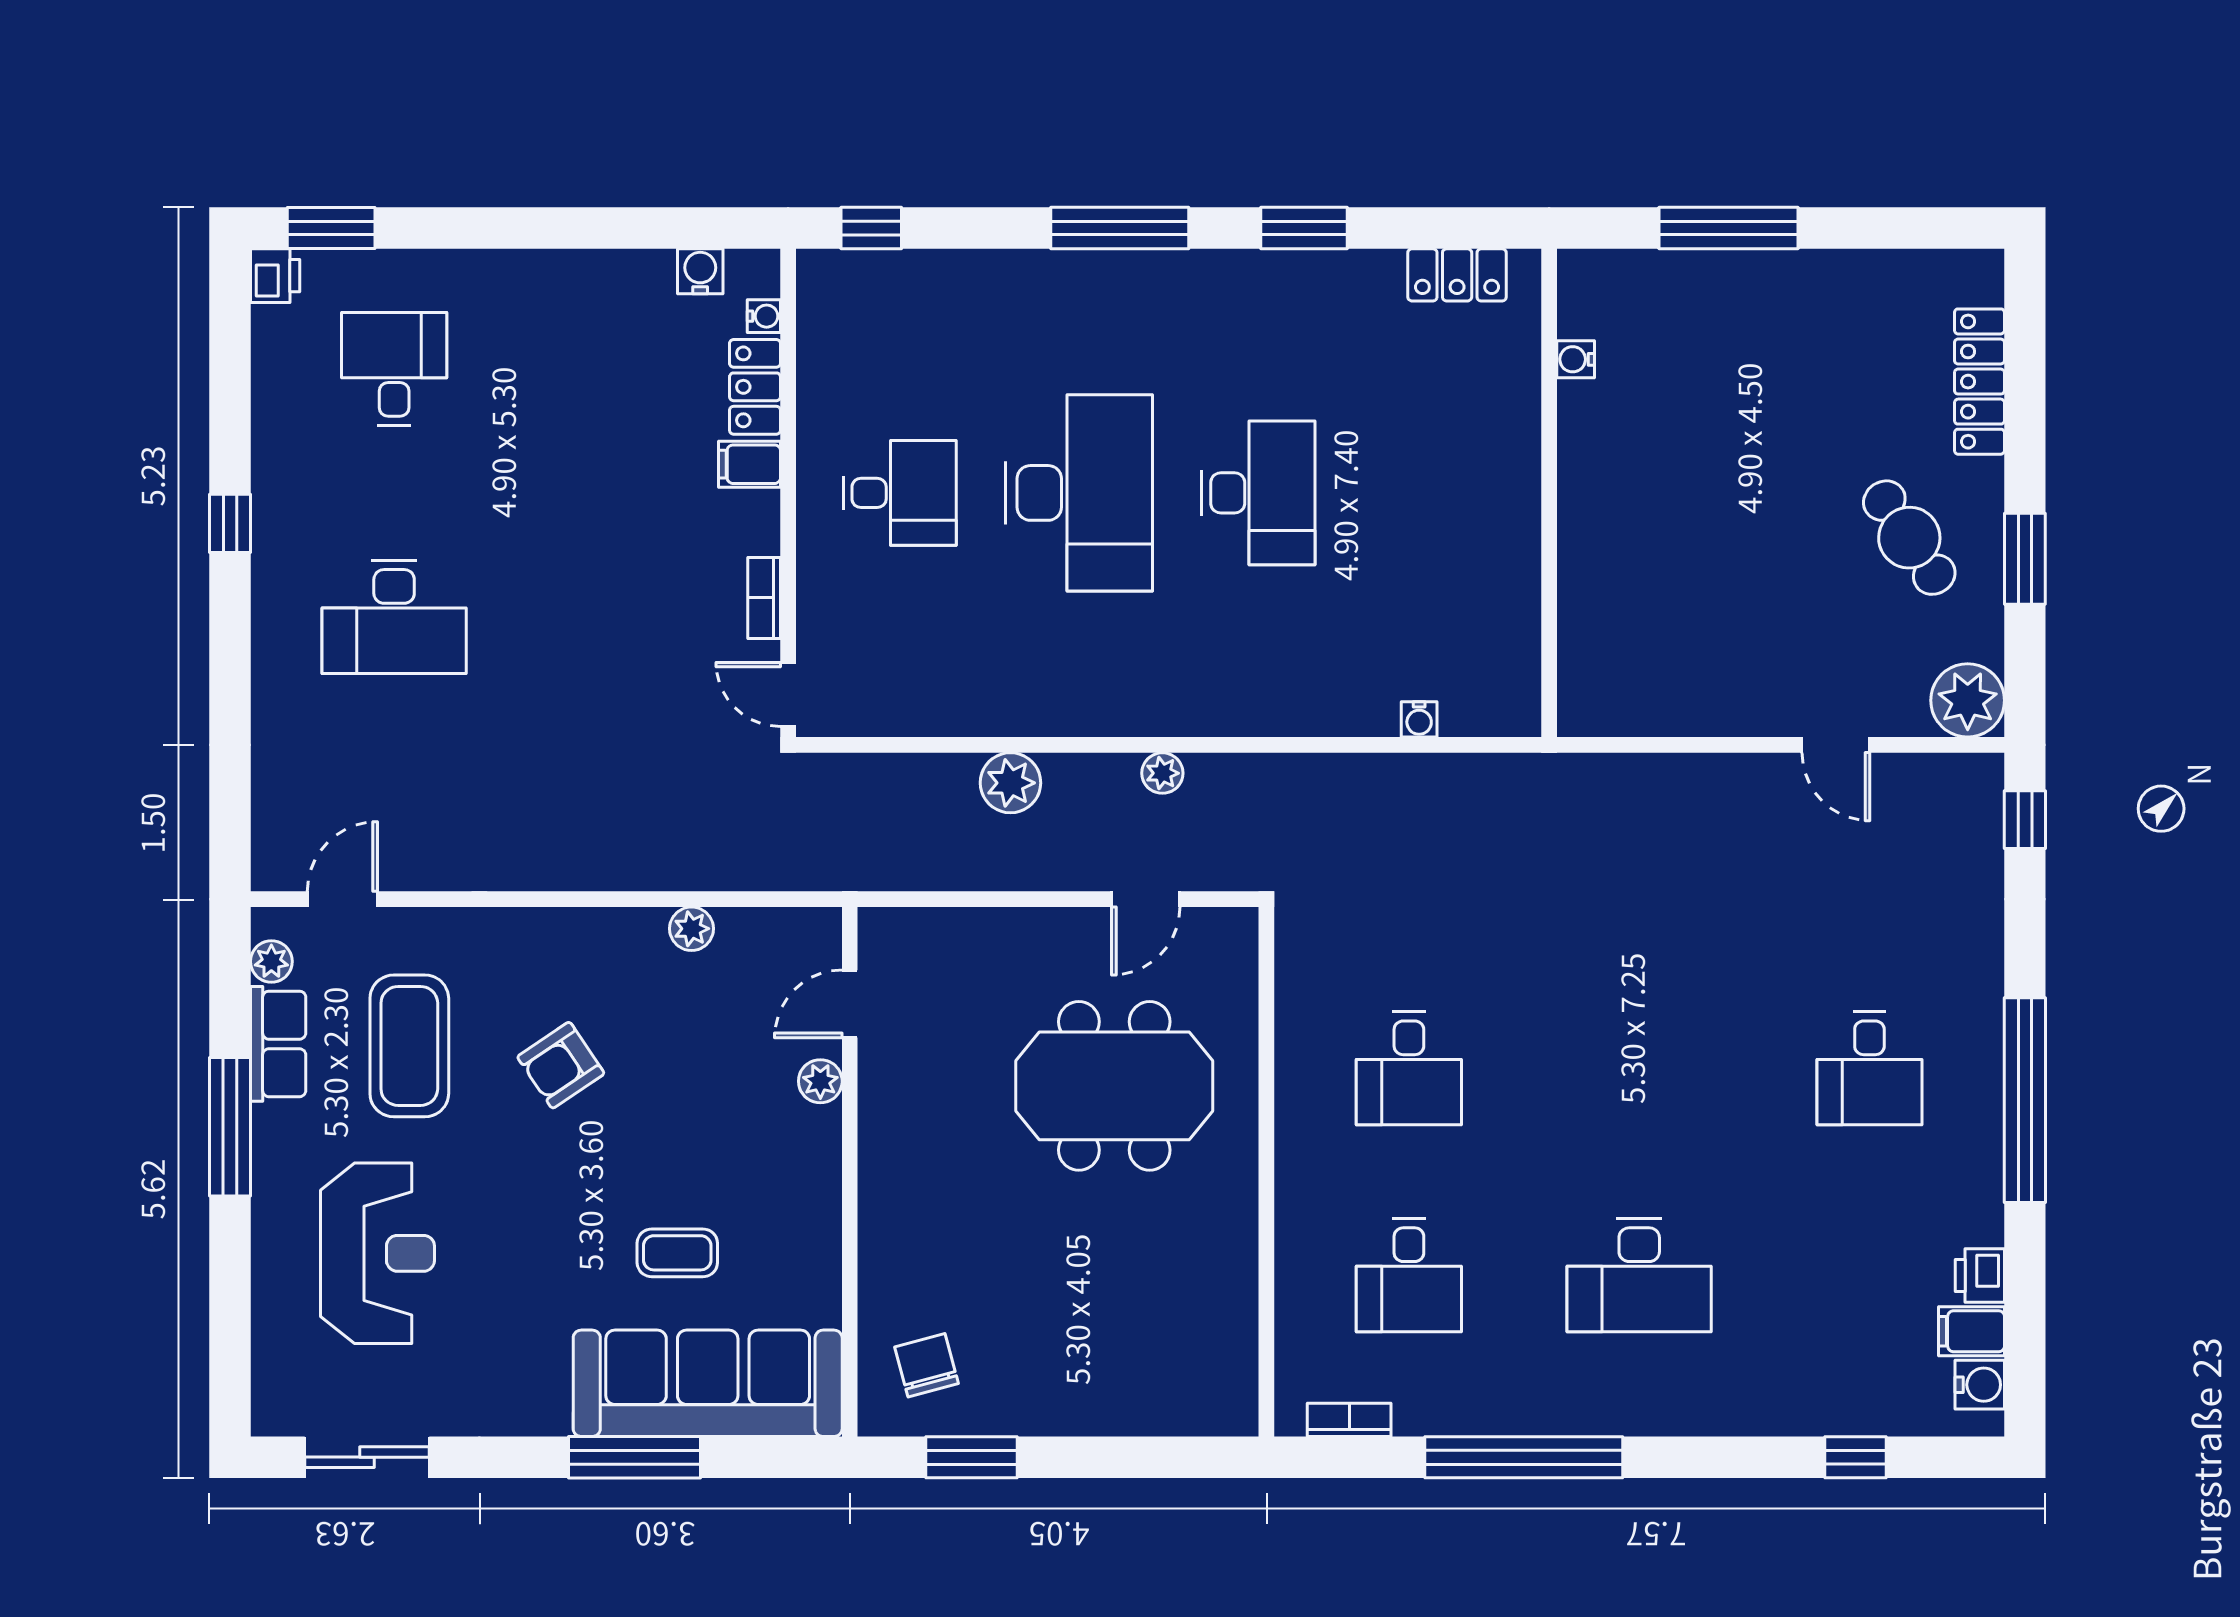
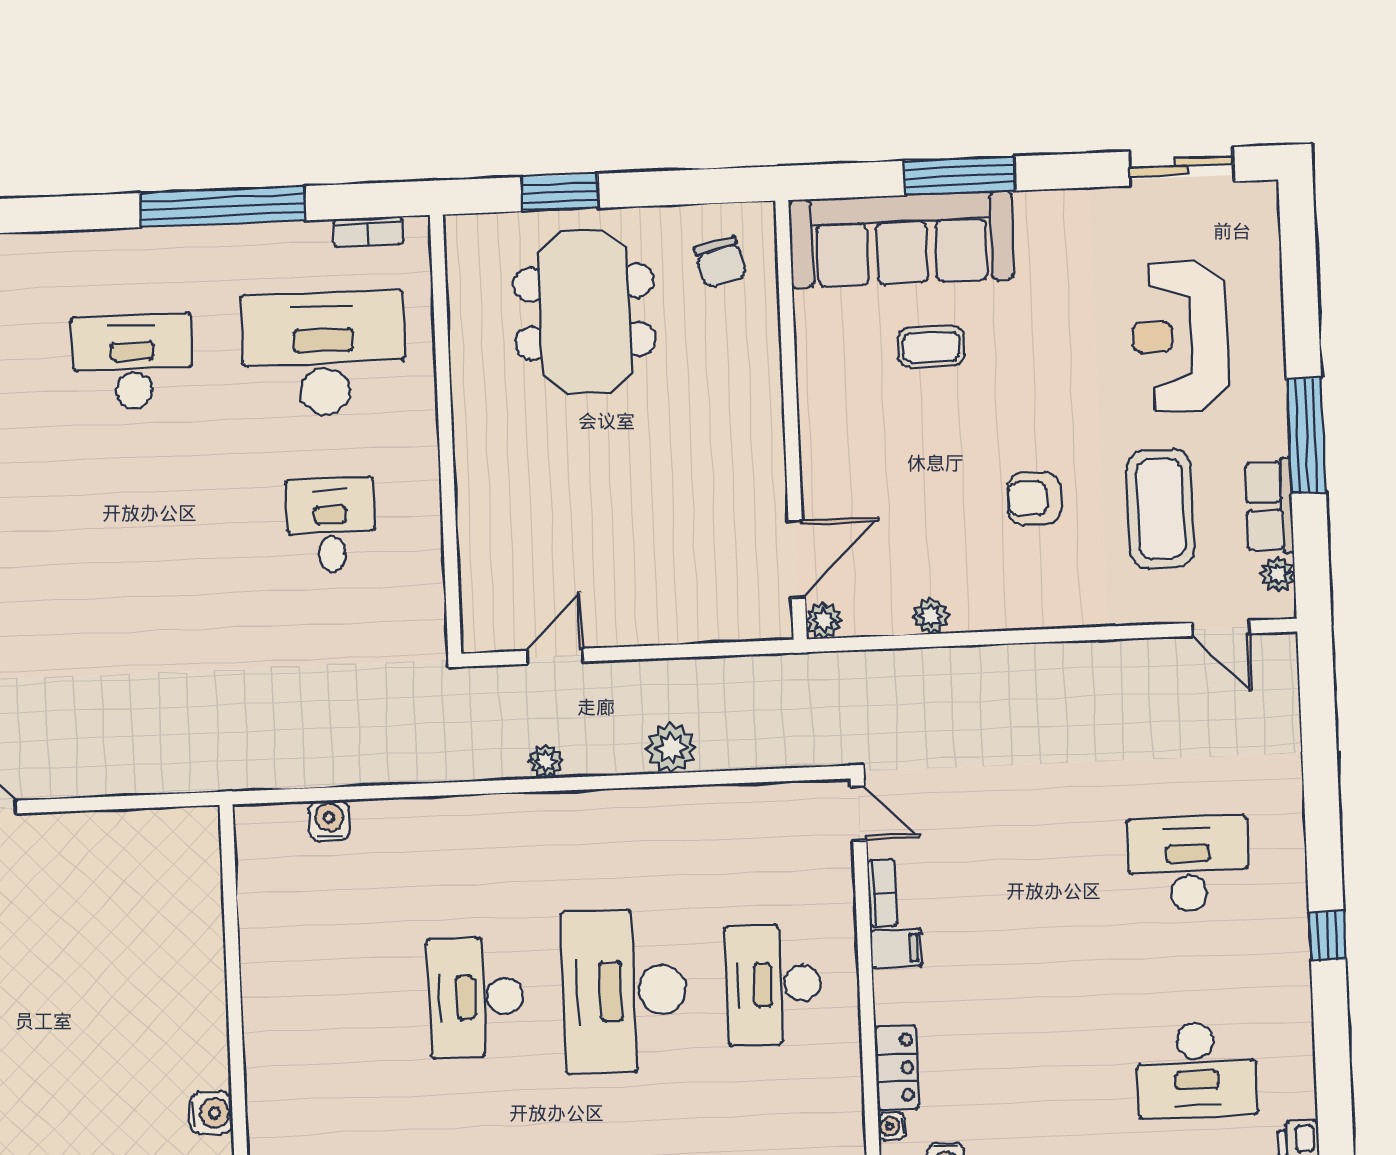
water cooler: (1576, 359) -> (211, 1113), width x1.38, depth x1.38
desk: (394, 369) -> (1197, 1070), width x1.37
filing cabinet: (750, 464) -> (896, 948), moved
desk: (900, 493) -> (773, 985), width x1.37
water cooler: (1419, 719) -> (329, 821), width x1.38, depth x1.38
door: (342, 899) -> (1221, 628), hinge flipped
door: (850, 1004) -> (797, 559), width x1.38
armchair: (561, 1065) -> (1034, 498), turned -146
plant: (820, 1081) -> (824, 620), moved
meeting table: (1114, 1086) -> (585, 312), moved, turned 90
desk: (1409, 1275) -> (324, 354), width x1.87, depth x1.30
window: (972, 1457) -> (560, 192), moved

